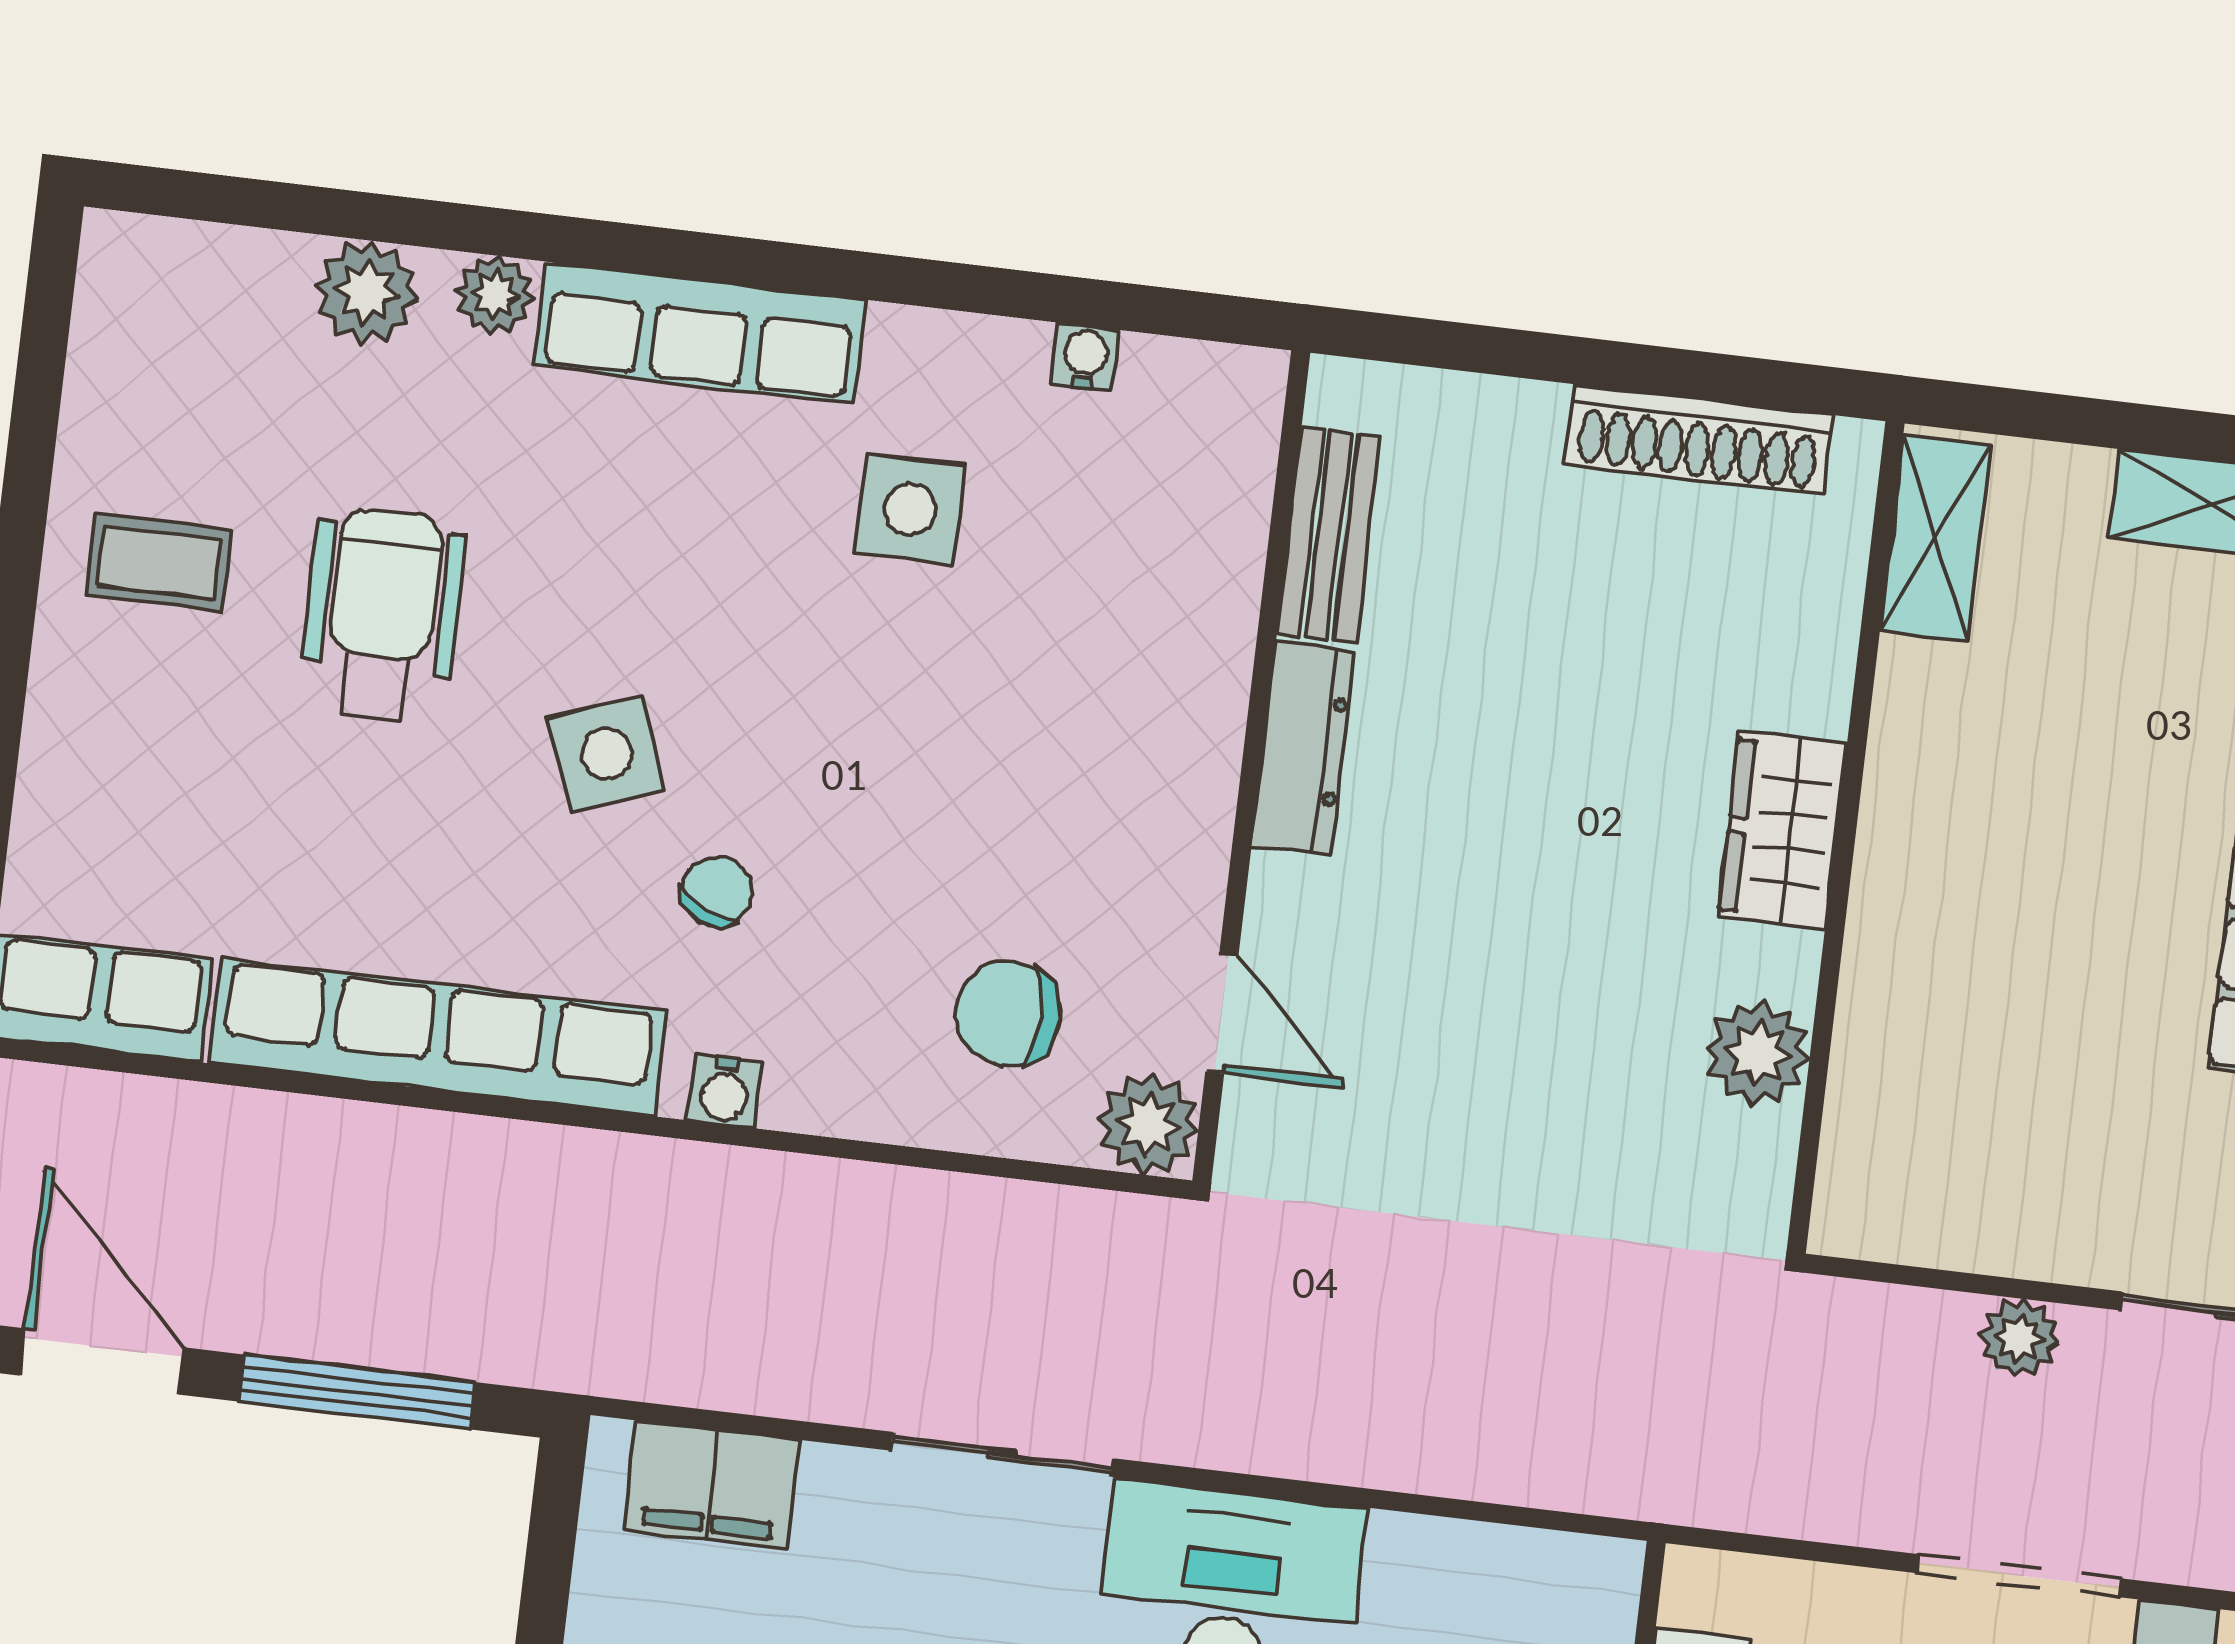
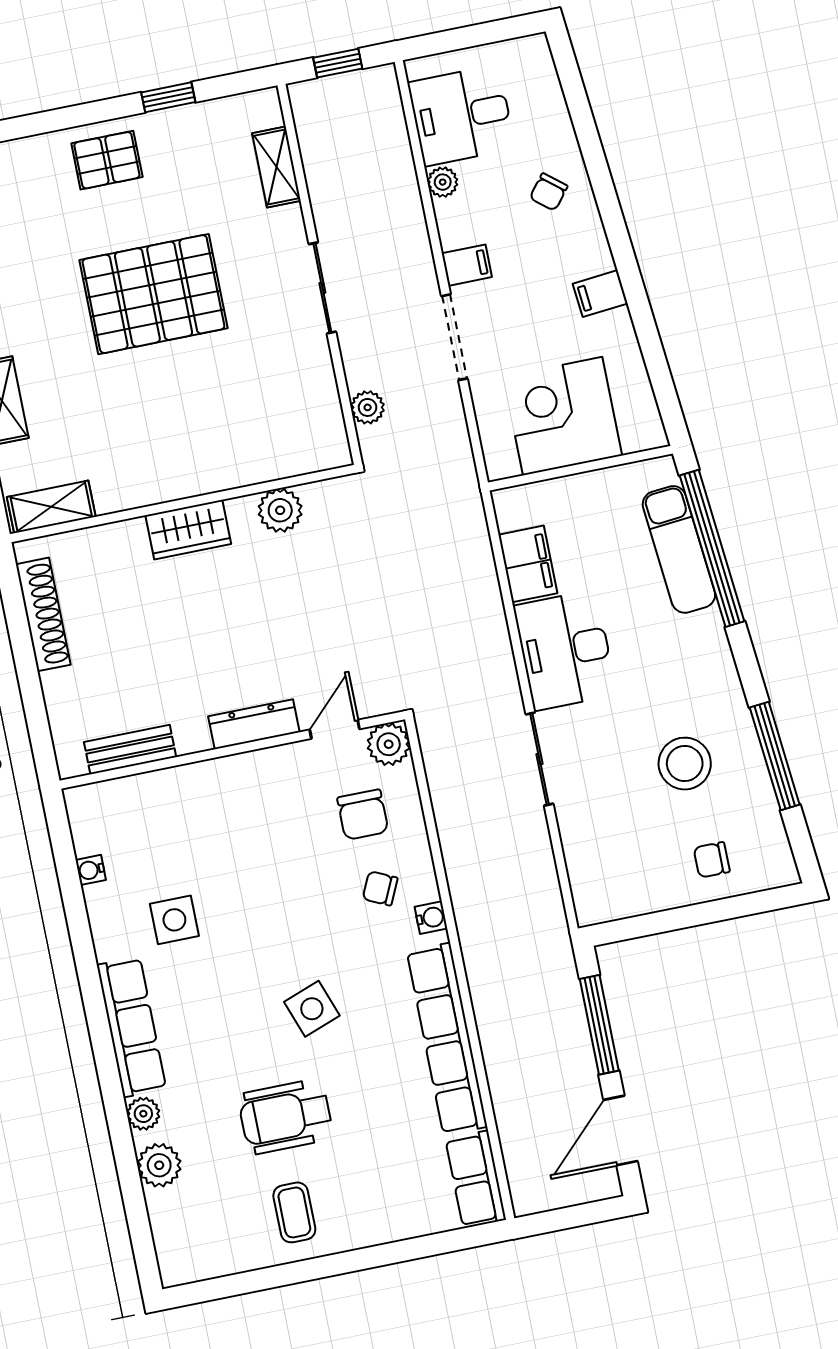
dresser: (1304, 749) -> (254, 724), moved
chair: (717, 891) -> (380, 888), moved
plant: (2020, 1338) -> (368, 407), moved
filing cabinet: (712, 1485) -> (528, 564), moved

